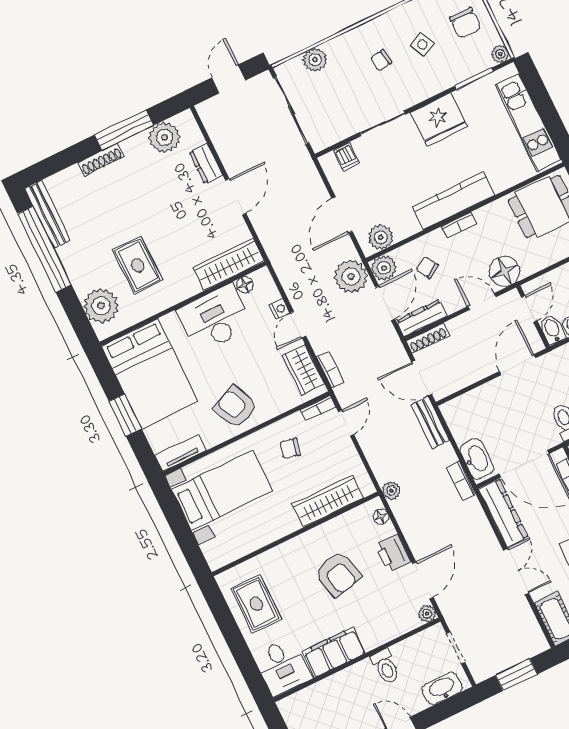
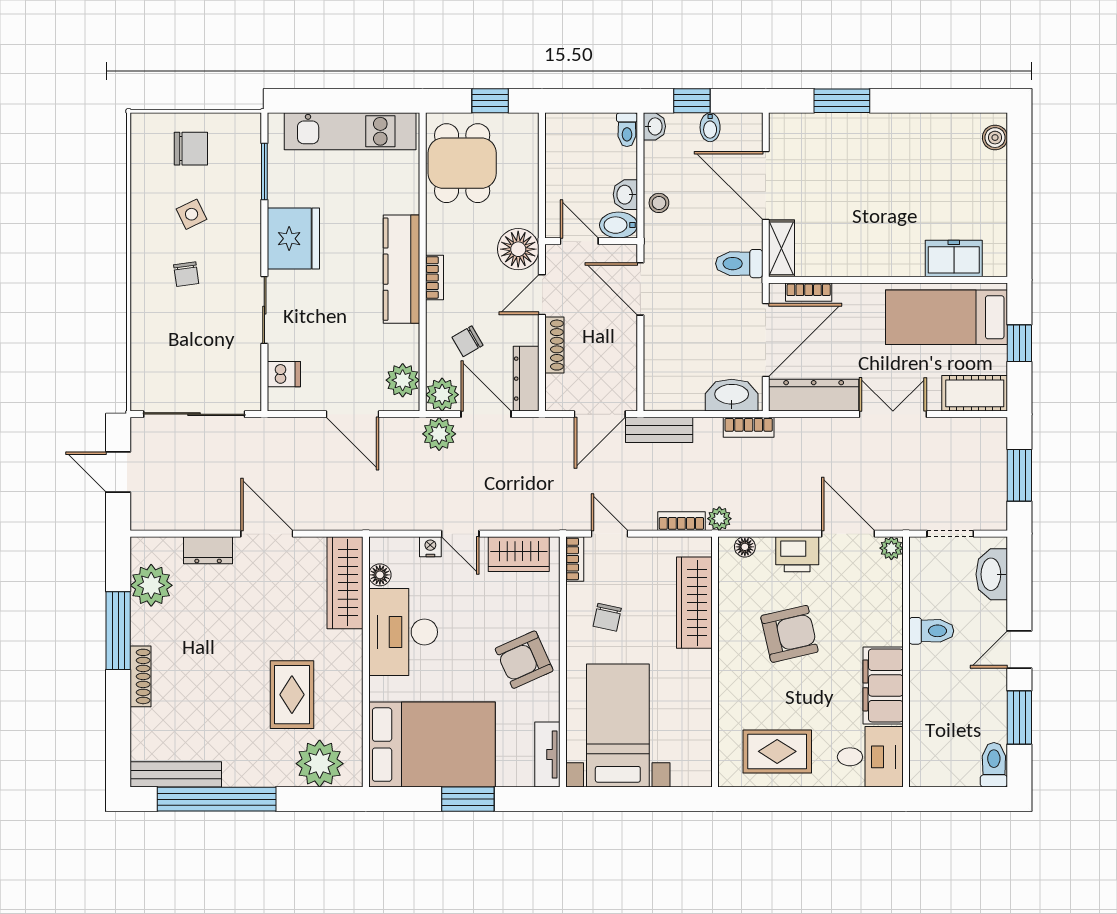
plant: (500, 54) -> (250, 124), removed
plant: (315, 60) -> (146, 355), removed
rug: (138, 265) -> (292, 695), turned 90
plant: (351, 276) -> (439, 434), width x0.73, depth x0.73
shoe rack: (428, 338) -> (554, 345), moved
bookcase: (330, 370) -> (681, 521), moved

